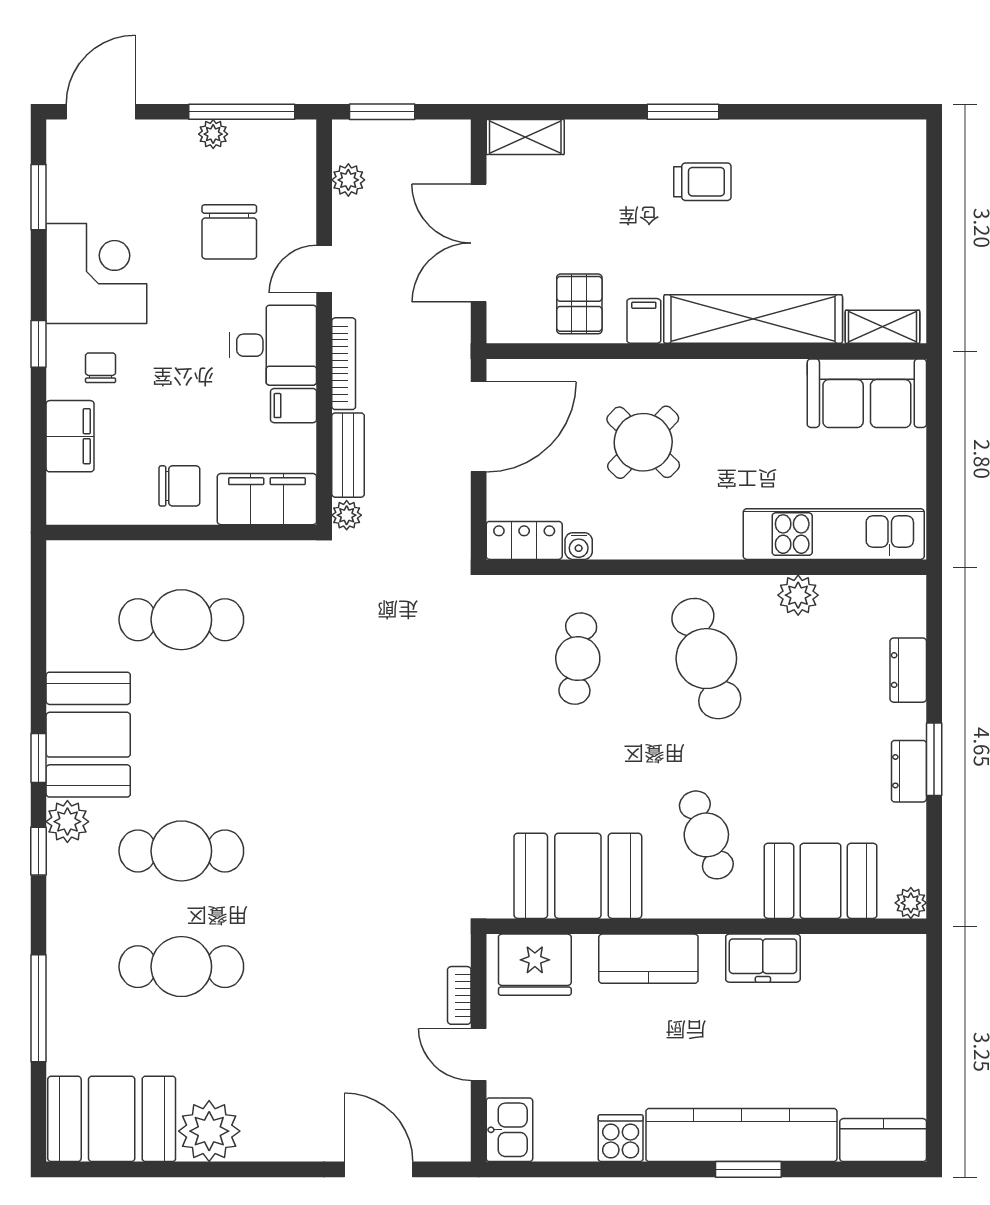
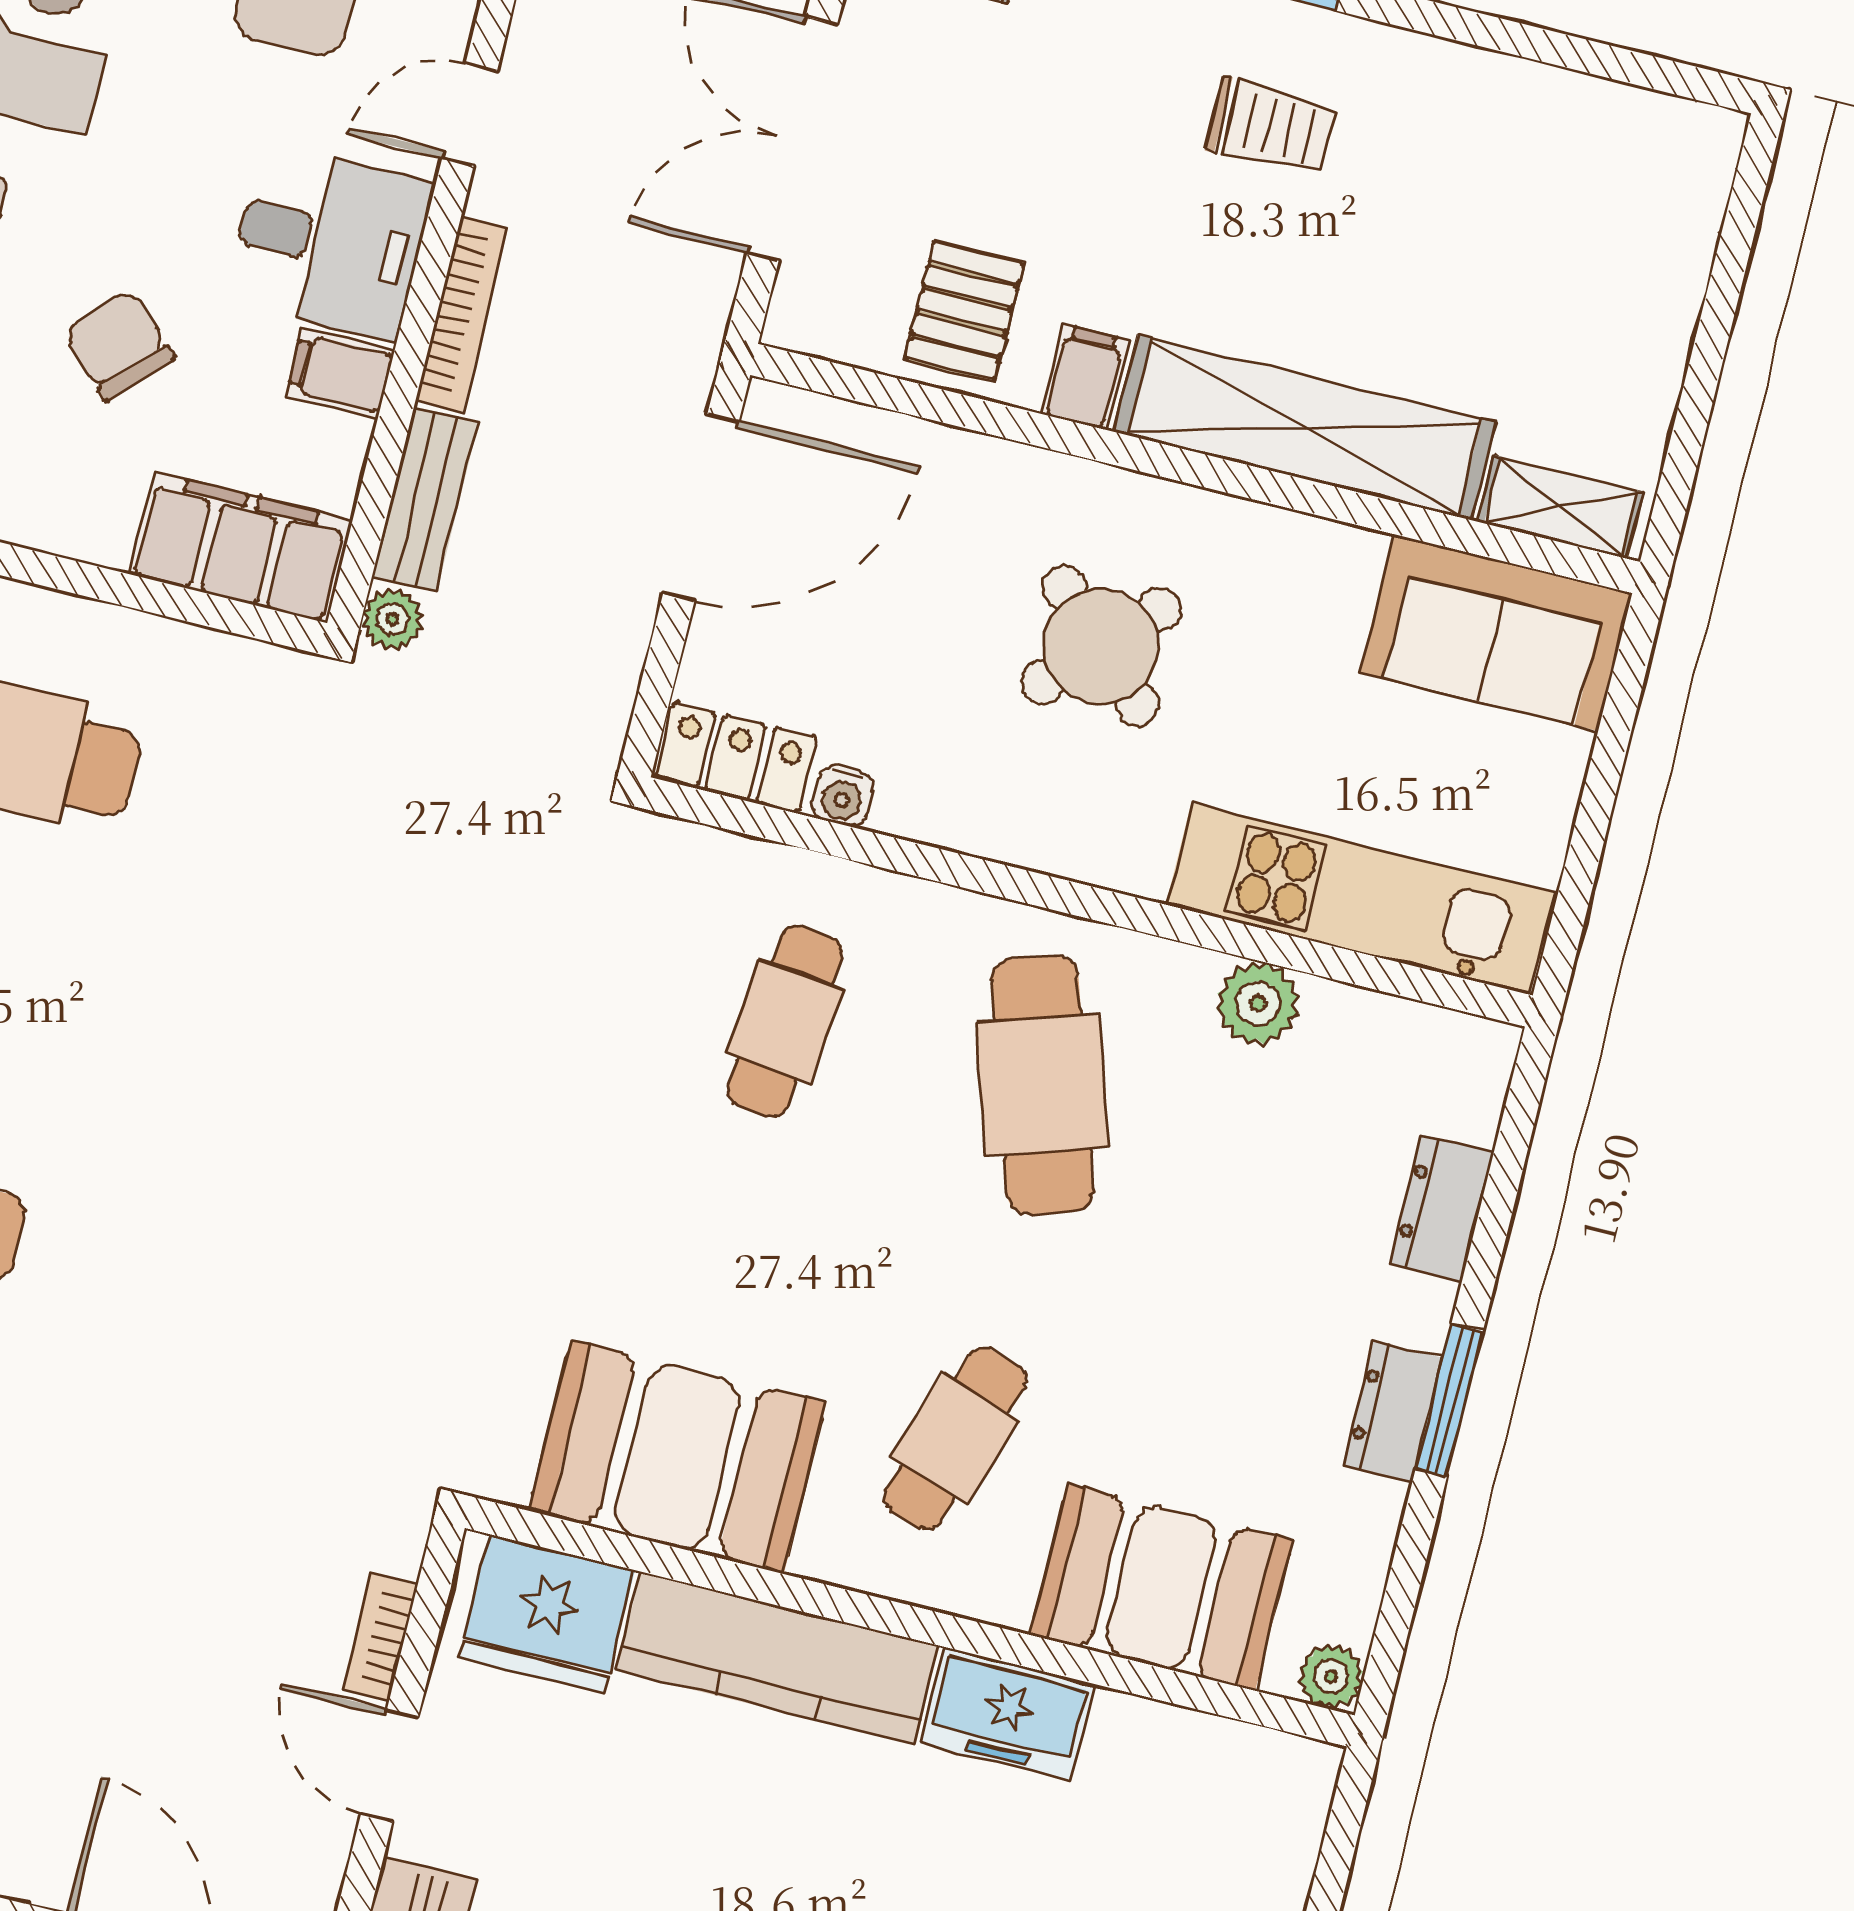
round table: (643, 442) -> (1101, 646), moved
chair: (179, 486) -> (118, 345), moved, turned -136
cafe table: (706, 835) -> (955, 1439), turned 39
kitchen counter: (648, 959) -> (778, 1658), width x1.50

